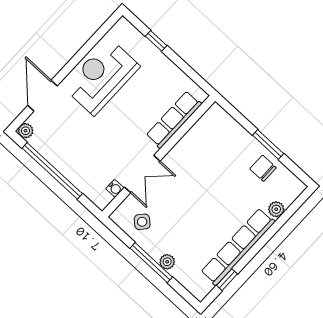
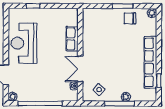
row of seats: (174, 120) -> (72, 39), width x0.68
double door: (142, 174) -> (80, 69), swing flipped
plant: (276, 209) -> (152, 13), moved

